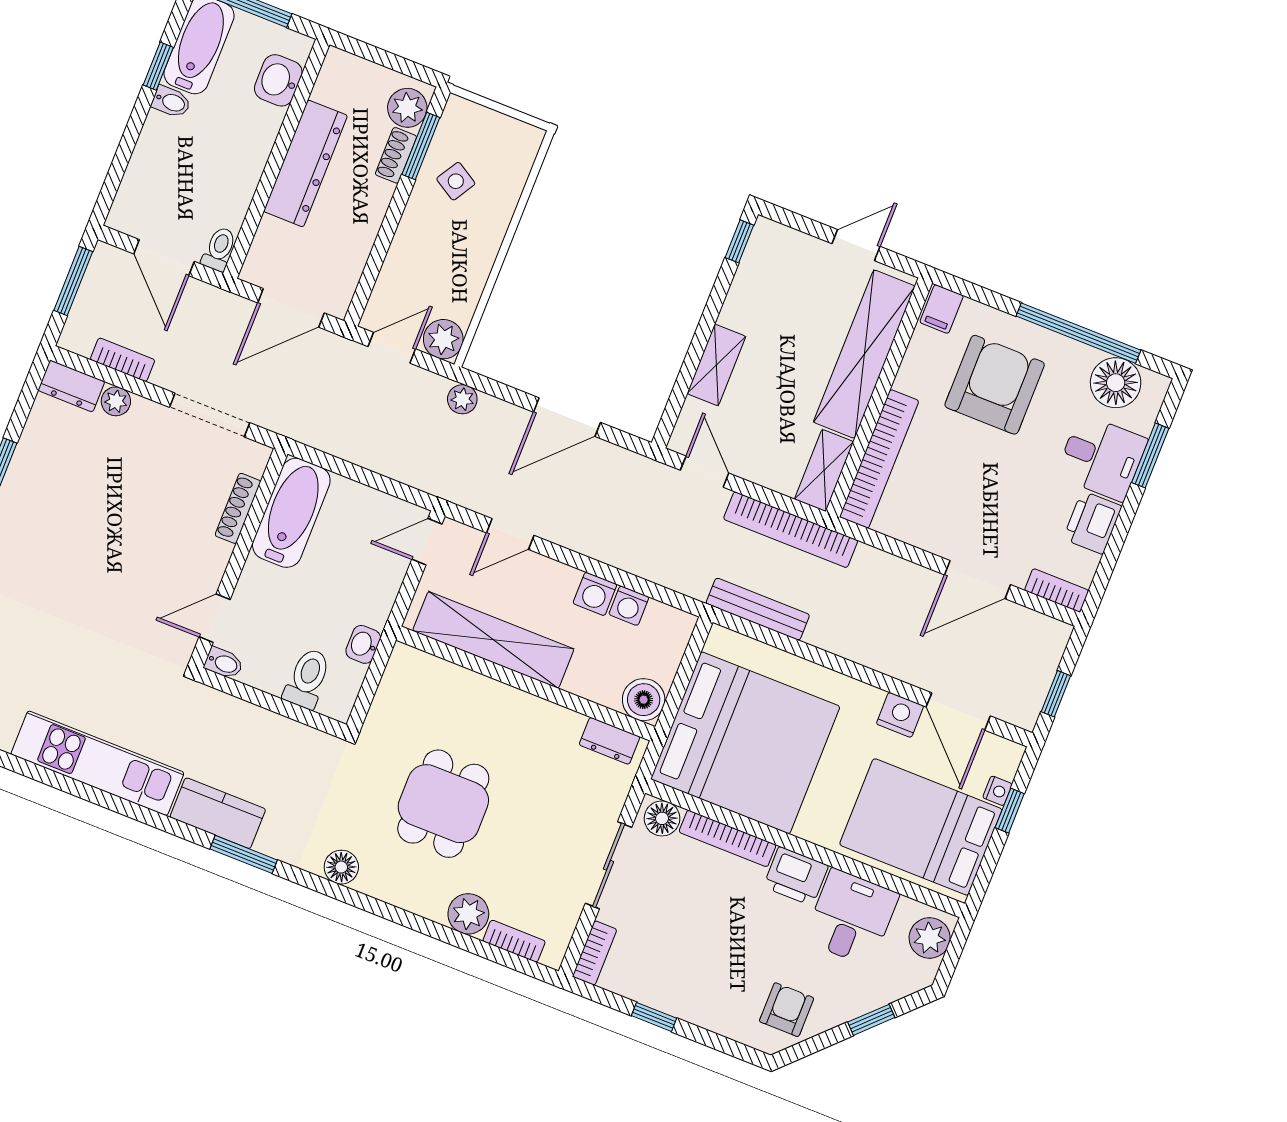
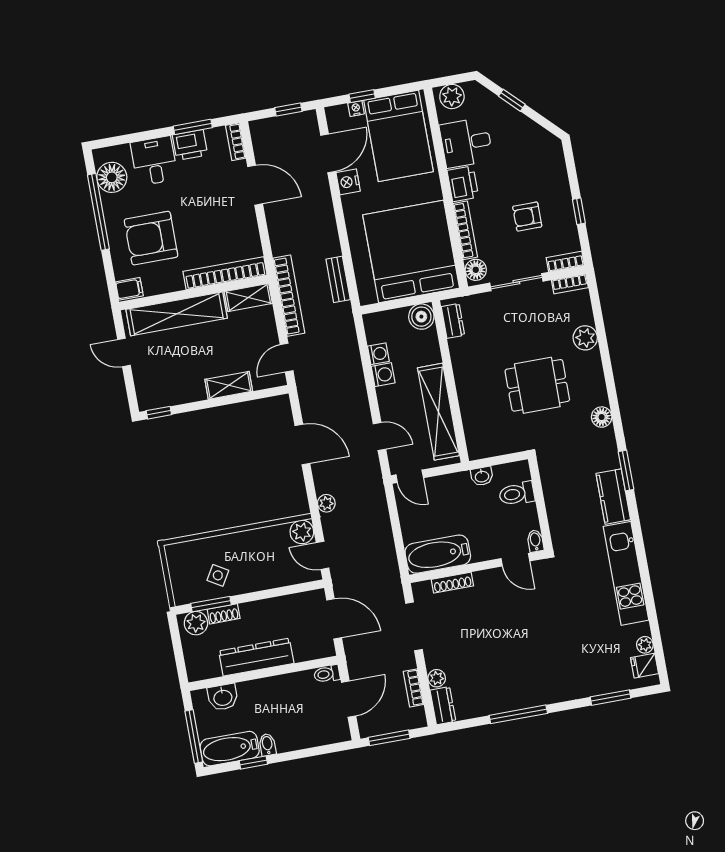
window: (1150, 455) -> (193, 127), moved
bench: (758, 609) -> (338, 279), width x0.73
bookcase: (514, 941) -> (570, 284), moved, turned -90
armchair: (787, 1010) -> (527, 217), moved

